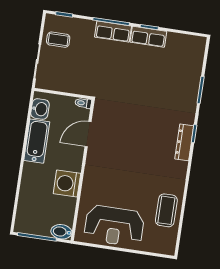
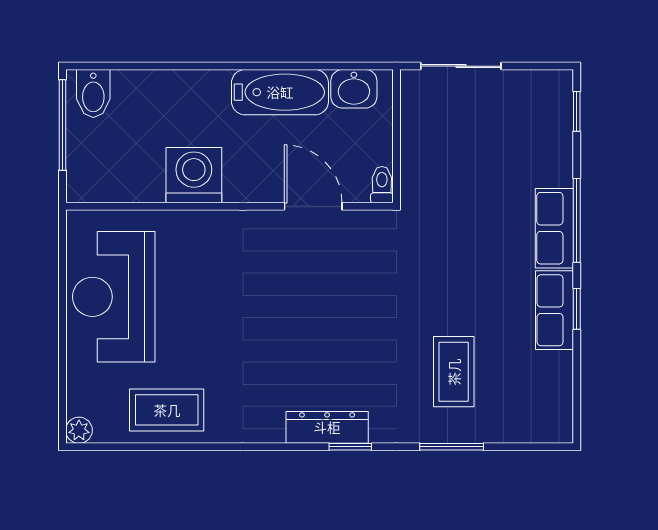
coffee table: (58, 40) -> (454, 372), moved, width x1.36, depth x1.30
bidet: (61, 232) -> (93, 93), moved, turned 180
plant: (169, 249) -> (79, 430), added

